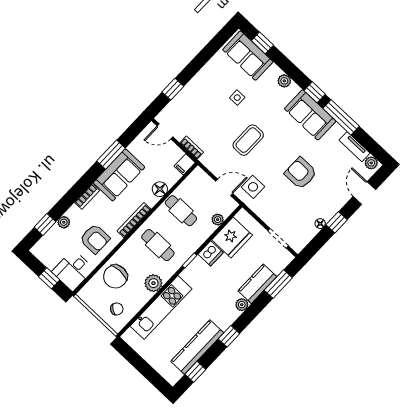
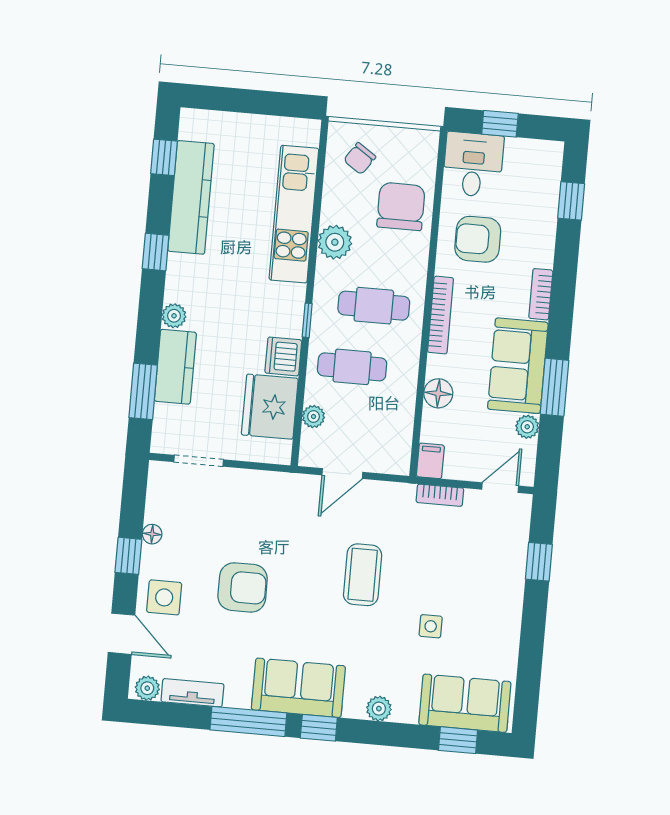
side table: (253, 187) -> (164, 597), moved
cafe table: (181, 211) -> (352, 367), moved
plant: (64, 222) -> (527, 427), moved

